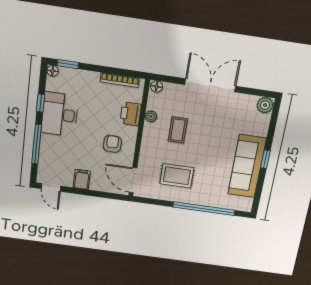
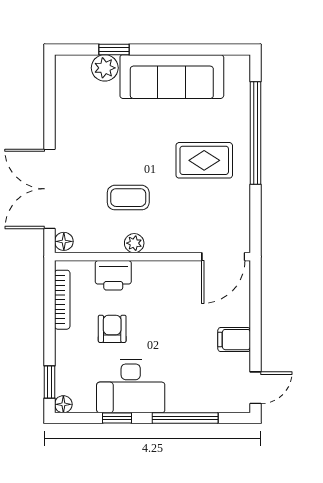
double door: (210, 85) -> (50, 189), moved
plant: (265, 105) -> (105, 68), moved
plant: (151, 116) -> (134, 243), moved
armchair: (112, 144) -> (112, 329), moved, turned 90
window: (265, 159) -> (114, 49), moved
rug: (177, 176) -> (204, 160), moved, turned 90

